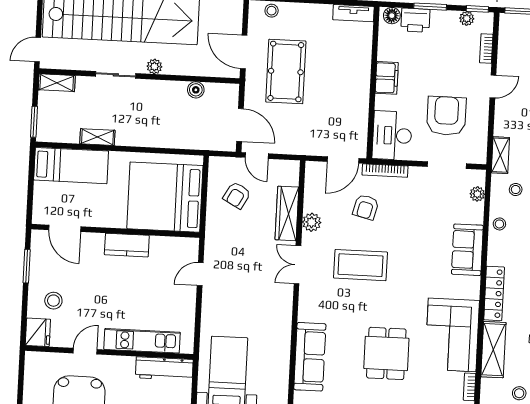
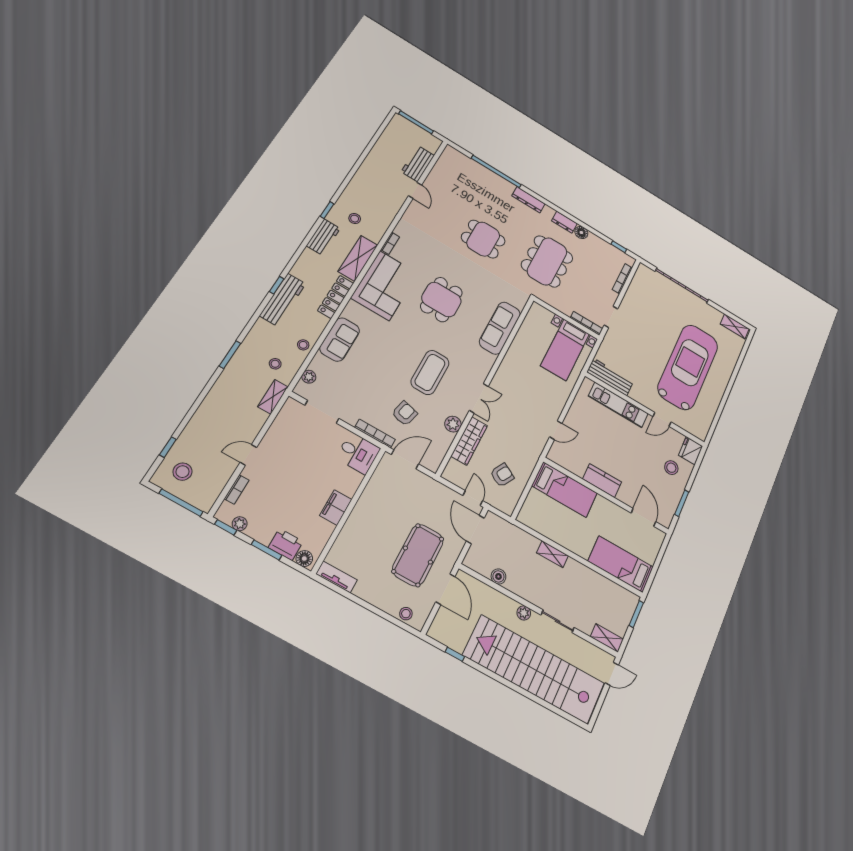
armchair: (446, 116) -> (301, 451), removed
desk: (392, 135) -> (358, 453), width x0.73
shelving: (97, 137) -> (552, 554), moved
bed: (165, 197) -> (565, 489), width x0.49
coffee table: (361, 265) -> (430, 372), turned 90

